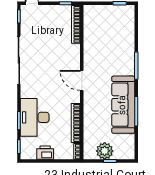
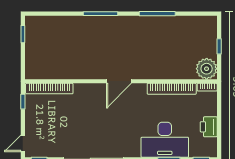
sofa: (123, 105) -> (149, 30), removed
plant: (105, 151) -> (207, 69), moved

